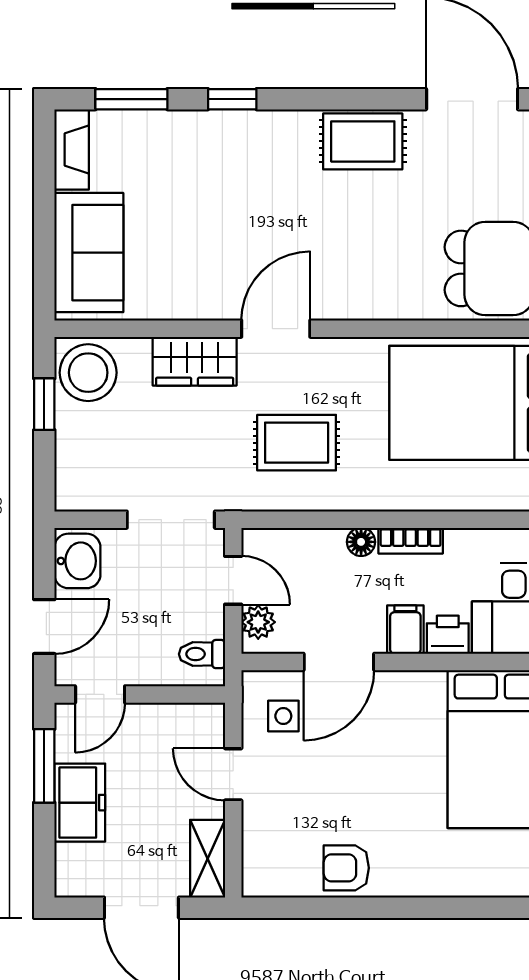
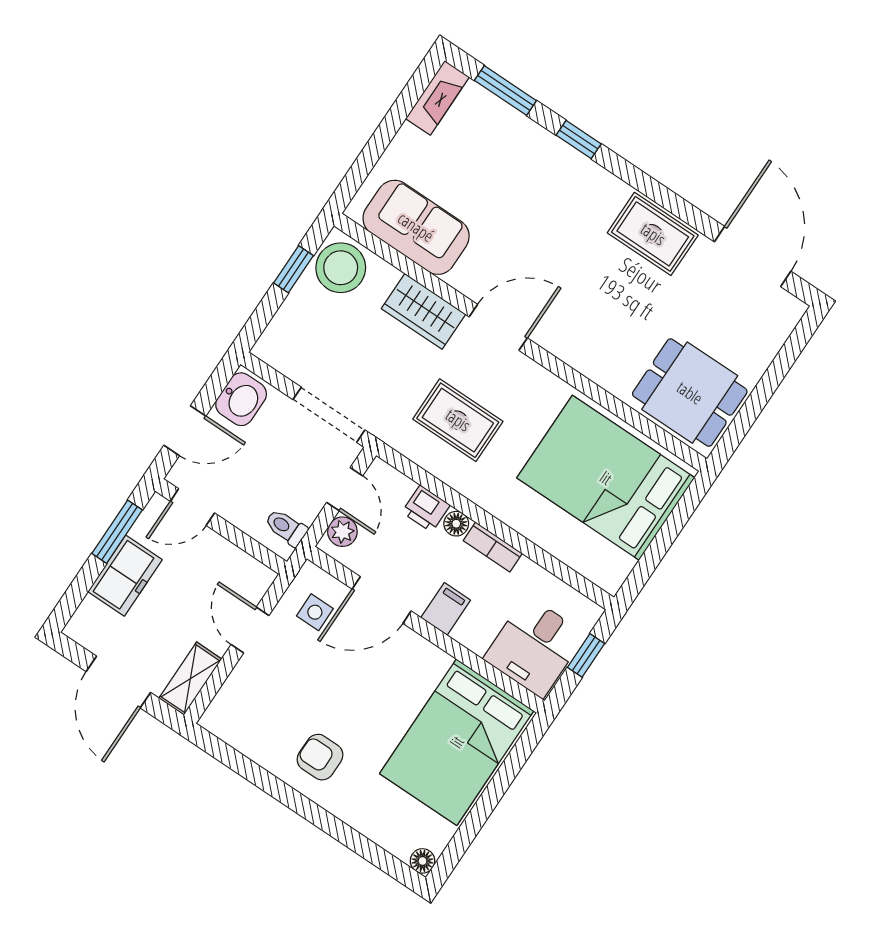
sofa: (89, 253) -> (416, 227), moved, turned -90
printer: (448, 635) -> (426, 509), moved, turned 180
armchair: (346, 868) -> (320, 757), moved

